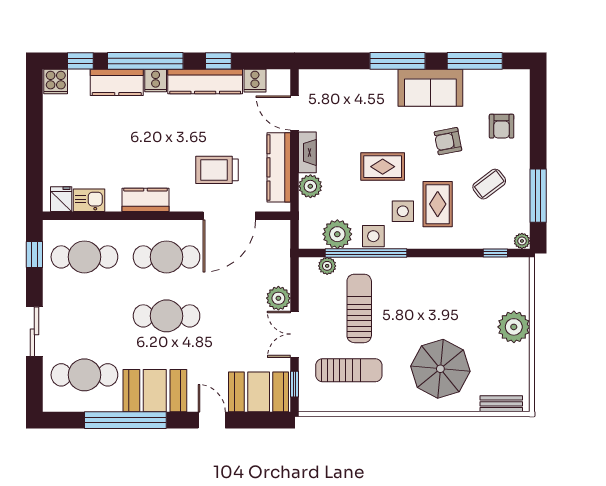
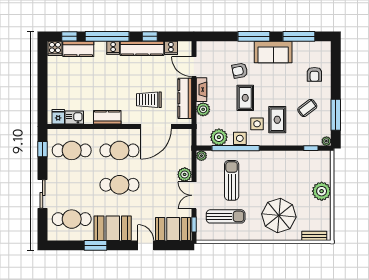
kitchen counter: (117, 82) -> (78, 49), moved
armchair: (448, 141) -> (240, 71), moved
rug: (383, 167) -> (245, 98), turned 90
plant: (327, 266) -> (201, 156), moved
window: (125, 420) -> (95, 245), width x0.47

